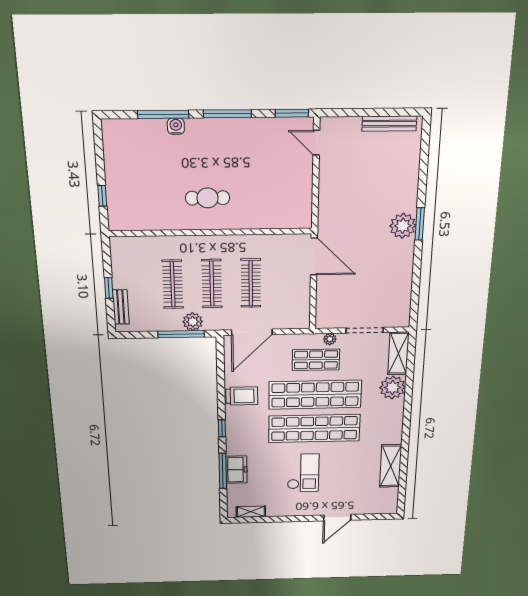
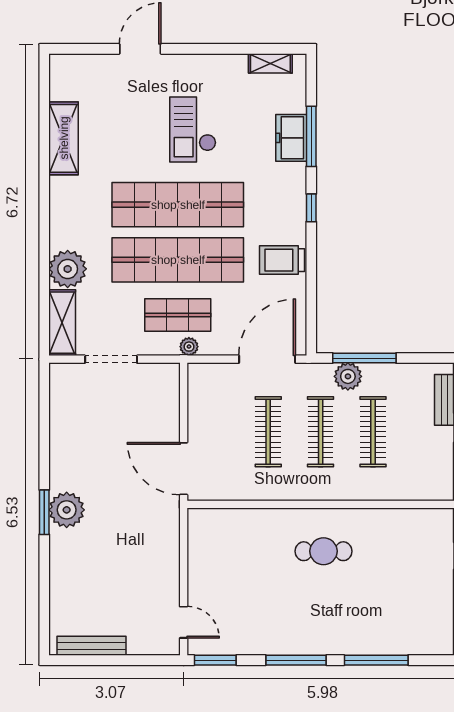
water cooler: (176, 126) -> (361, 645), removed
plant: (330, 339) -> (189, 347), moved

